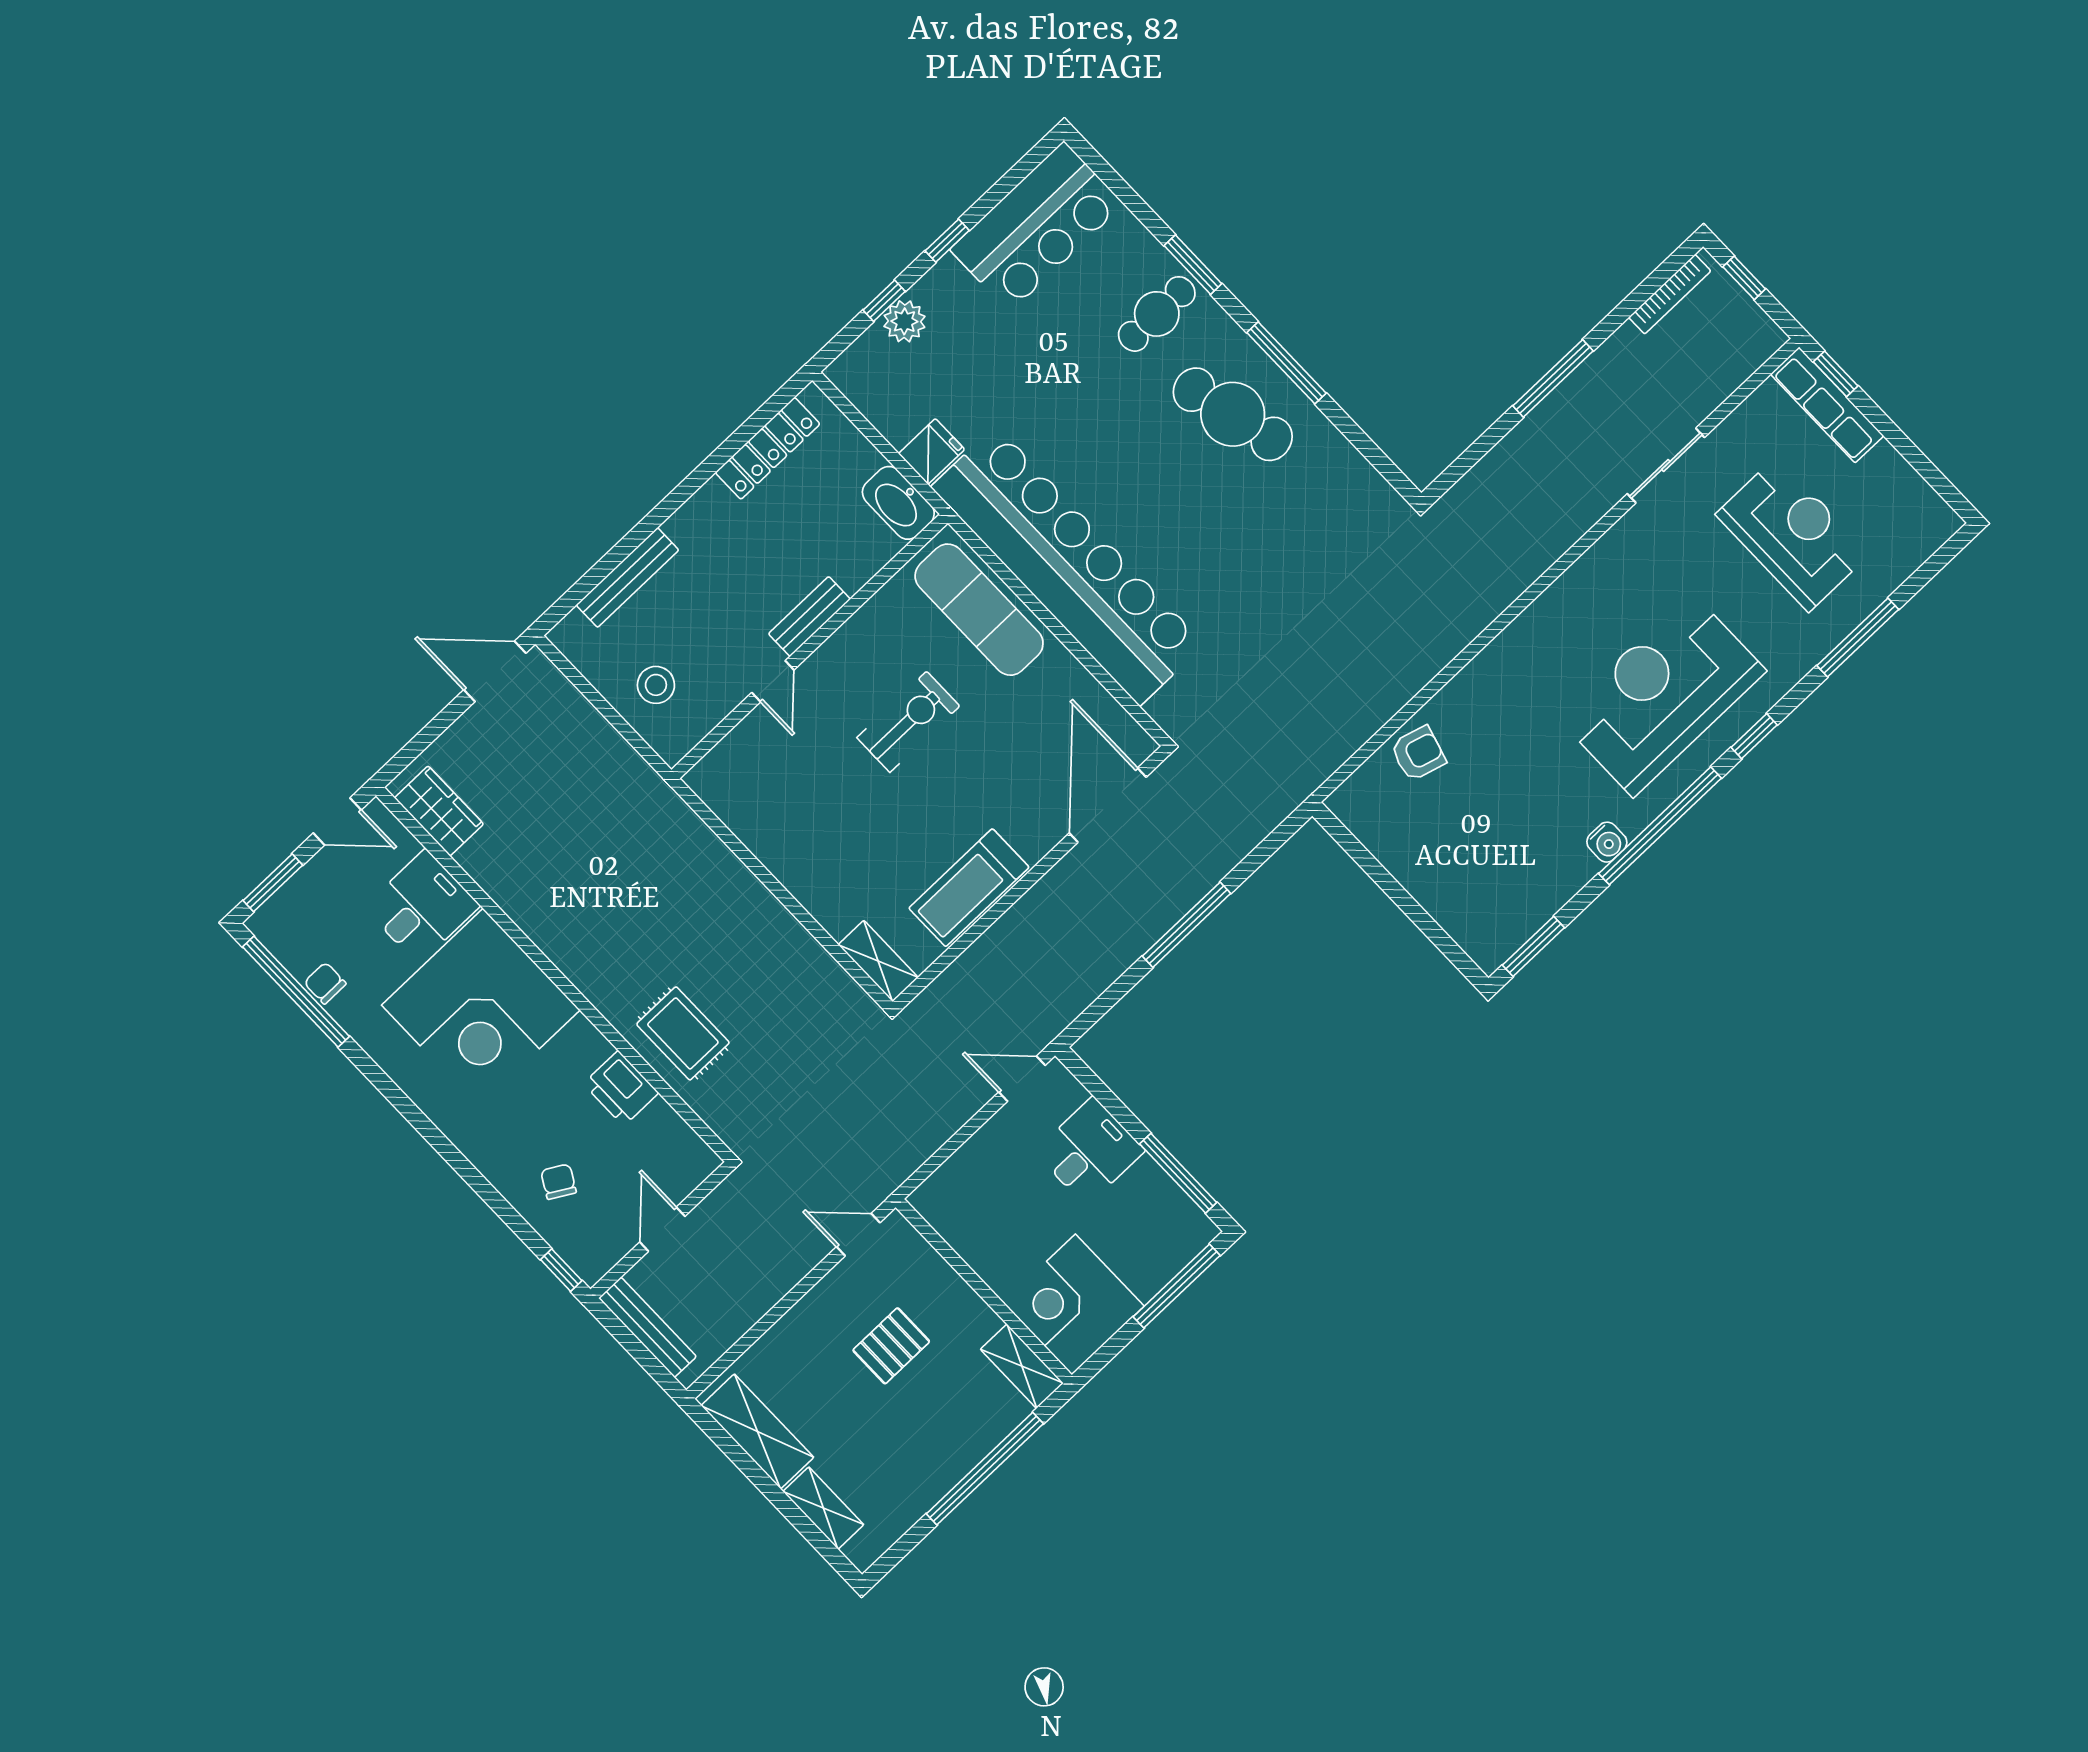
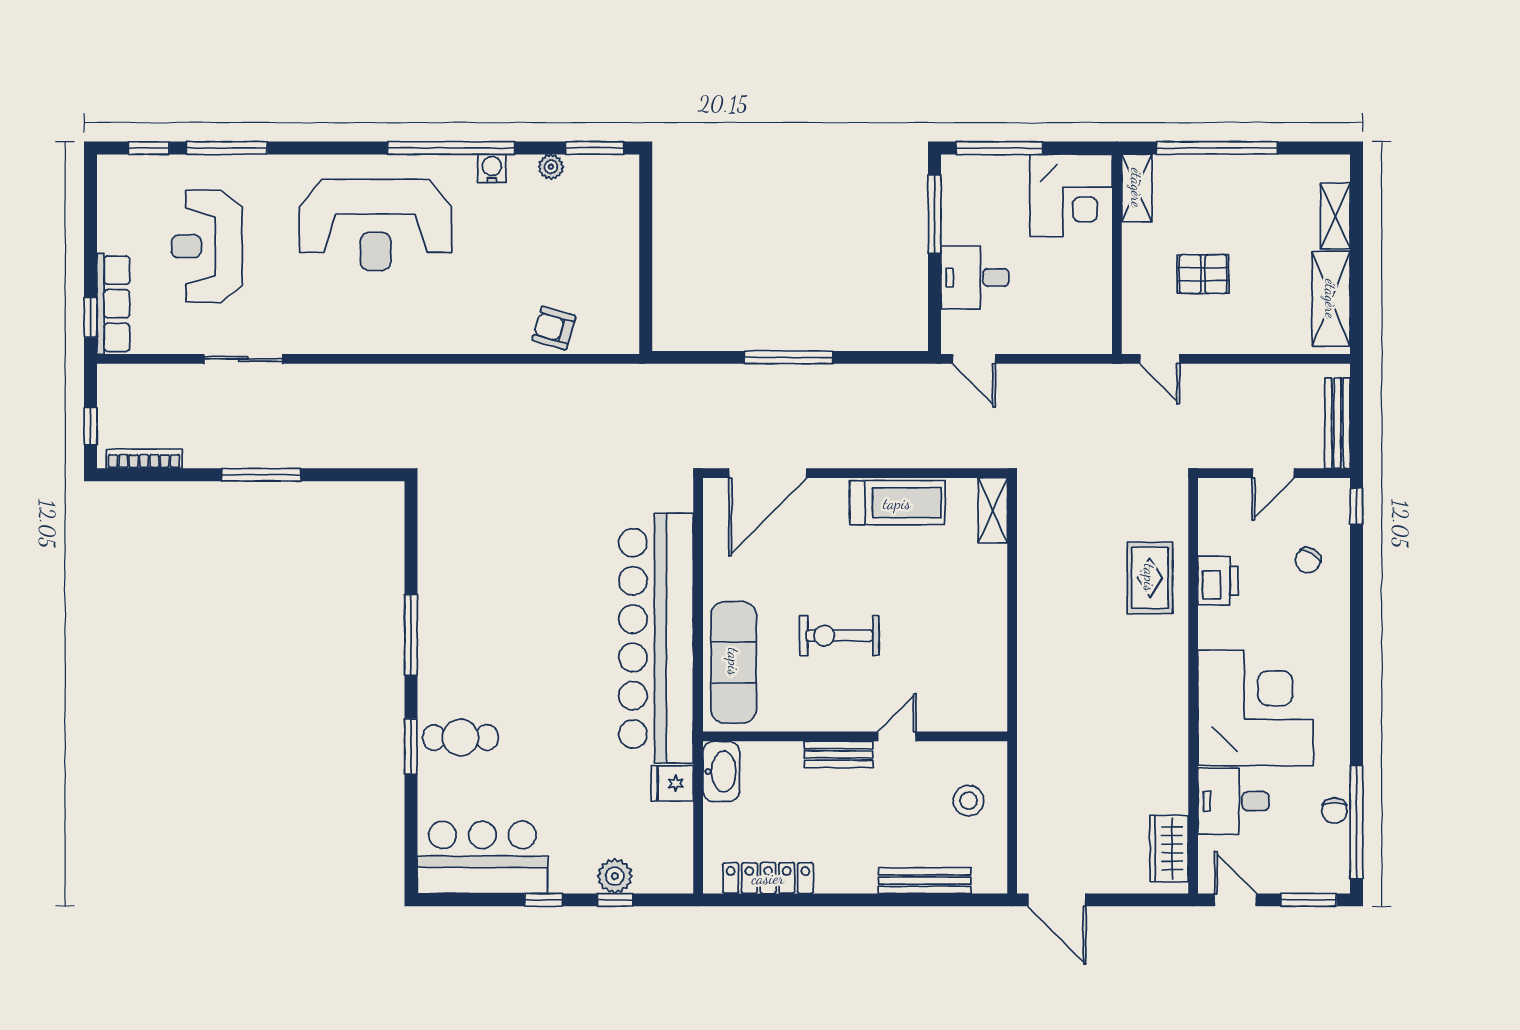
cafe table: (1233, 414) -> (472, 635), removed
window: (1754, 736) -> (149, 148), moved
plant: (1556, 893) -> (551, 167), added

